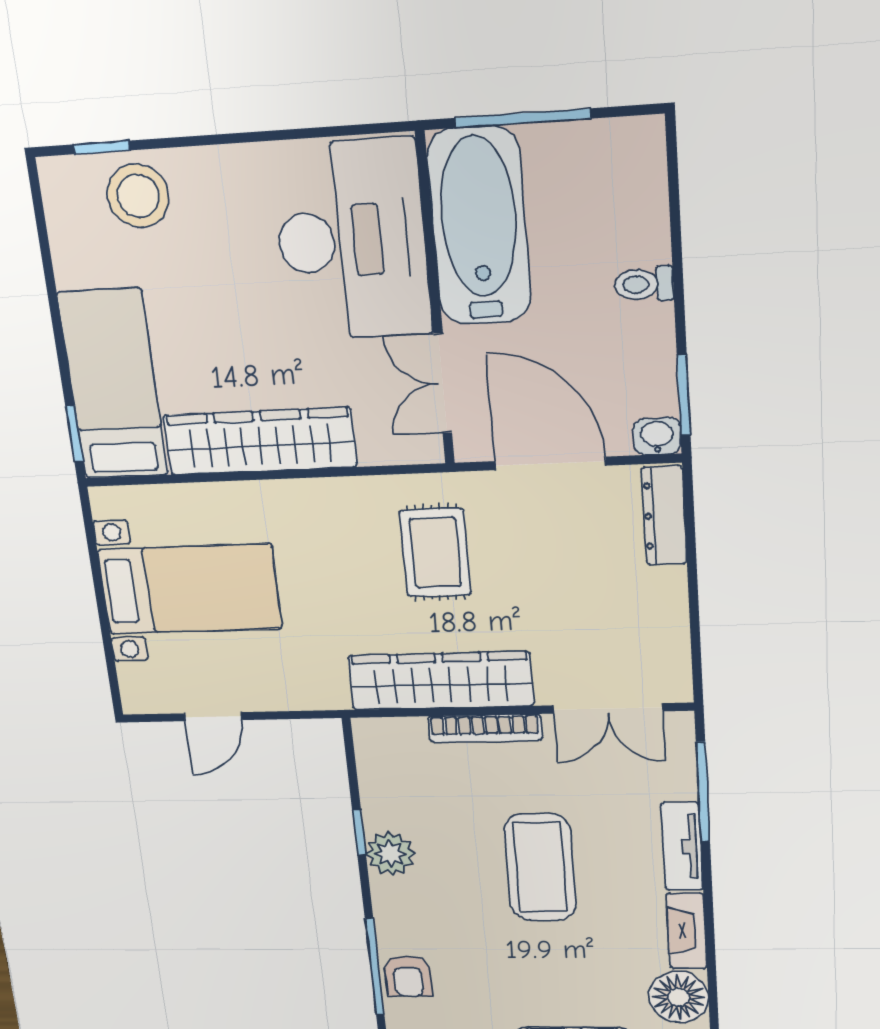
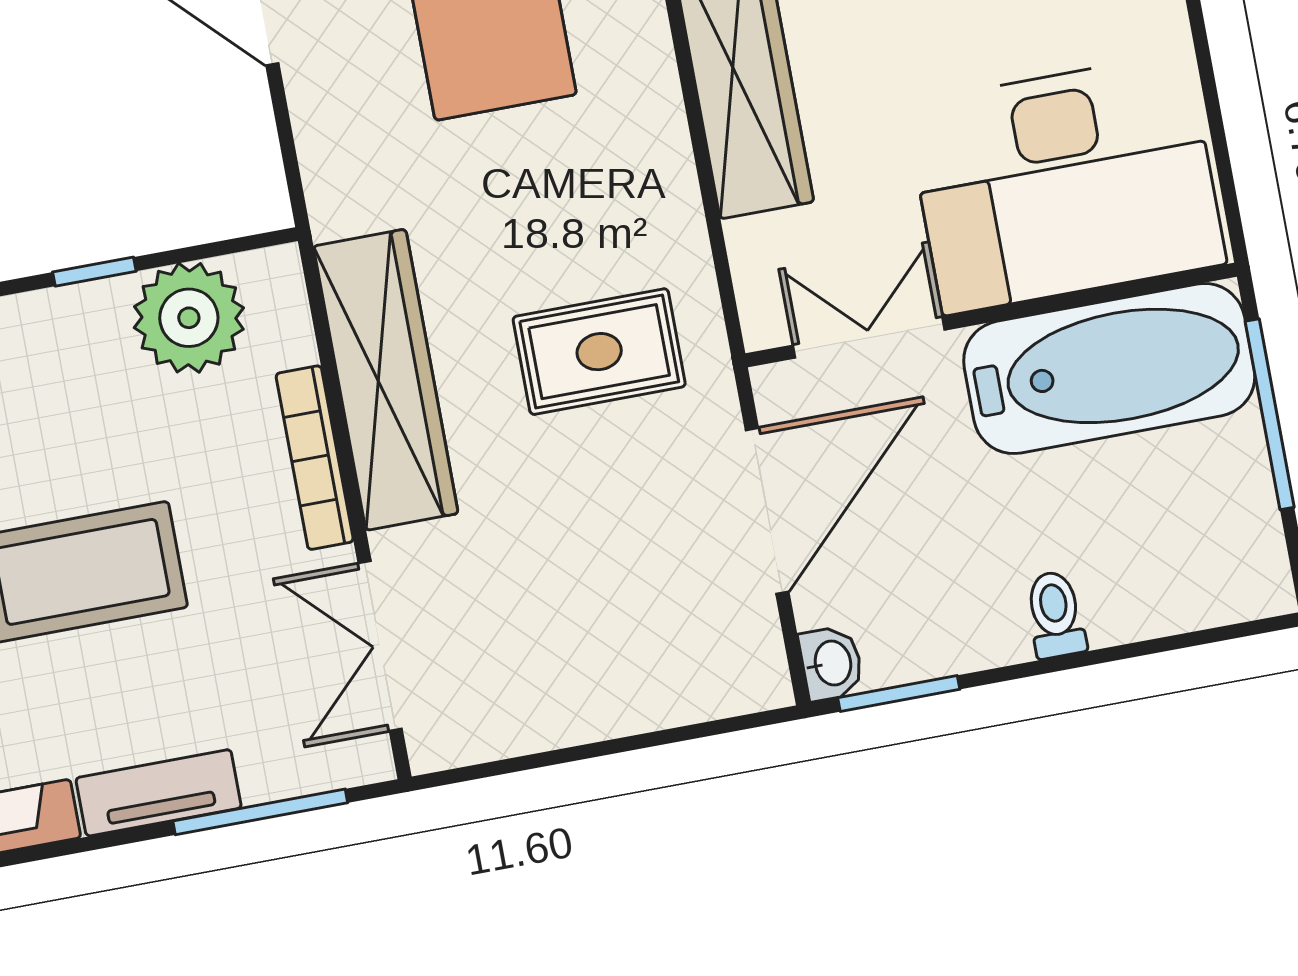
dresser: (664, 516) -> (709, 690), removed
plant: (390, 854) -> (189, 318), moved, width x1.36, depth x1.36

